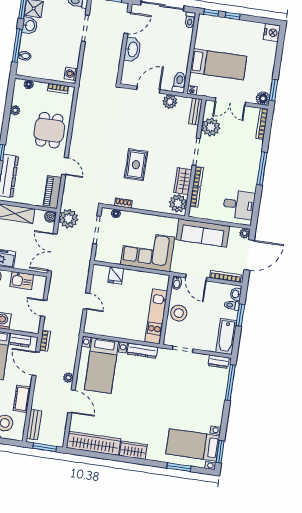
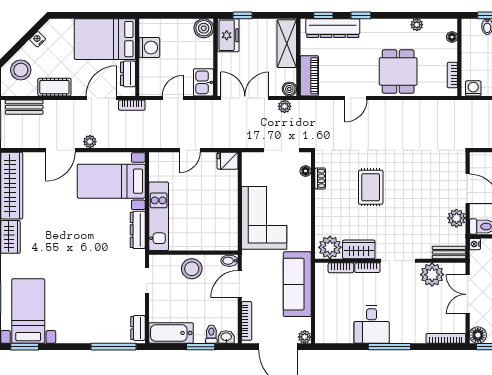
dining table: (49, 130) -> (398, 71), turned 90
rug: (136, 165) -> (371, 187), turned 90
piano: (52, 192) -> (309, 76), moved, turned 90
desk: (239, 205) -> (372, 324), moved
plant: (68, 219) -> (285, 106), width x0.53, depth x0.53
fridge: (116, 275) -> (227, 161), moved
kitchen sink: (22, 281) -> (203, 82), moved
kitchen unit: (156, 316) -> (159, 216), moved, turned 90

